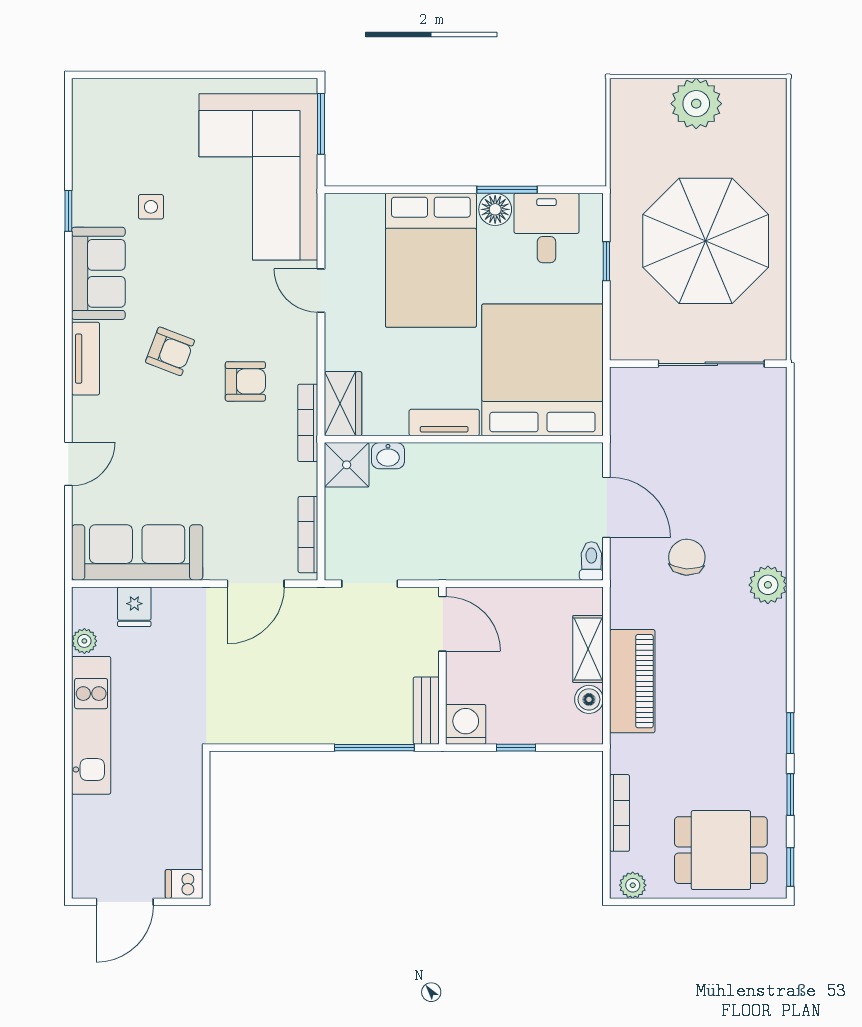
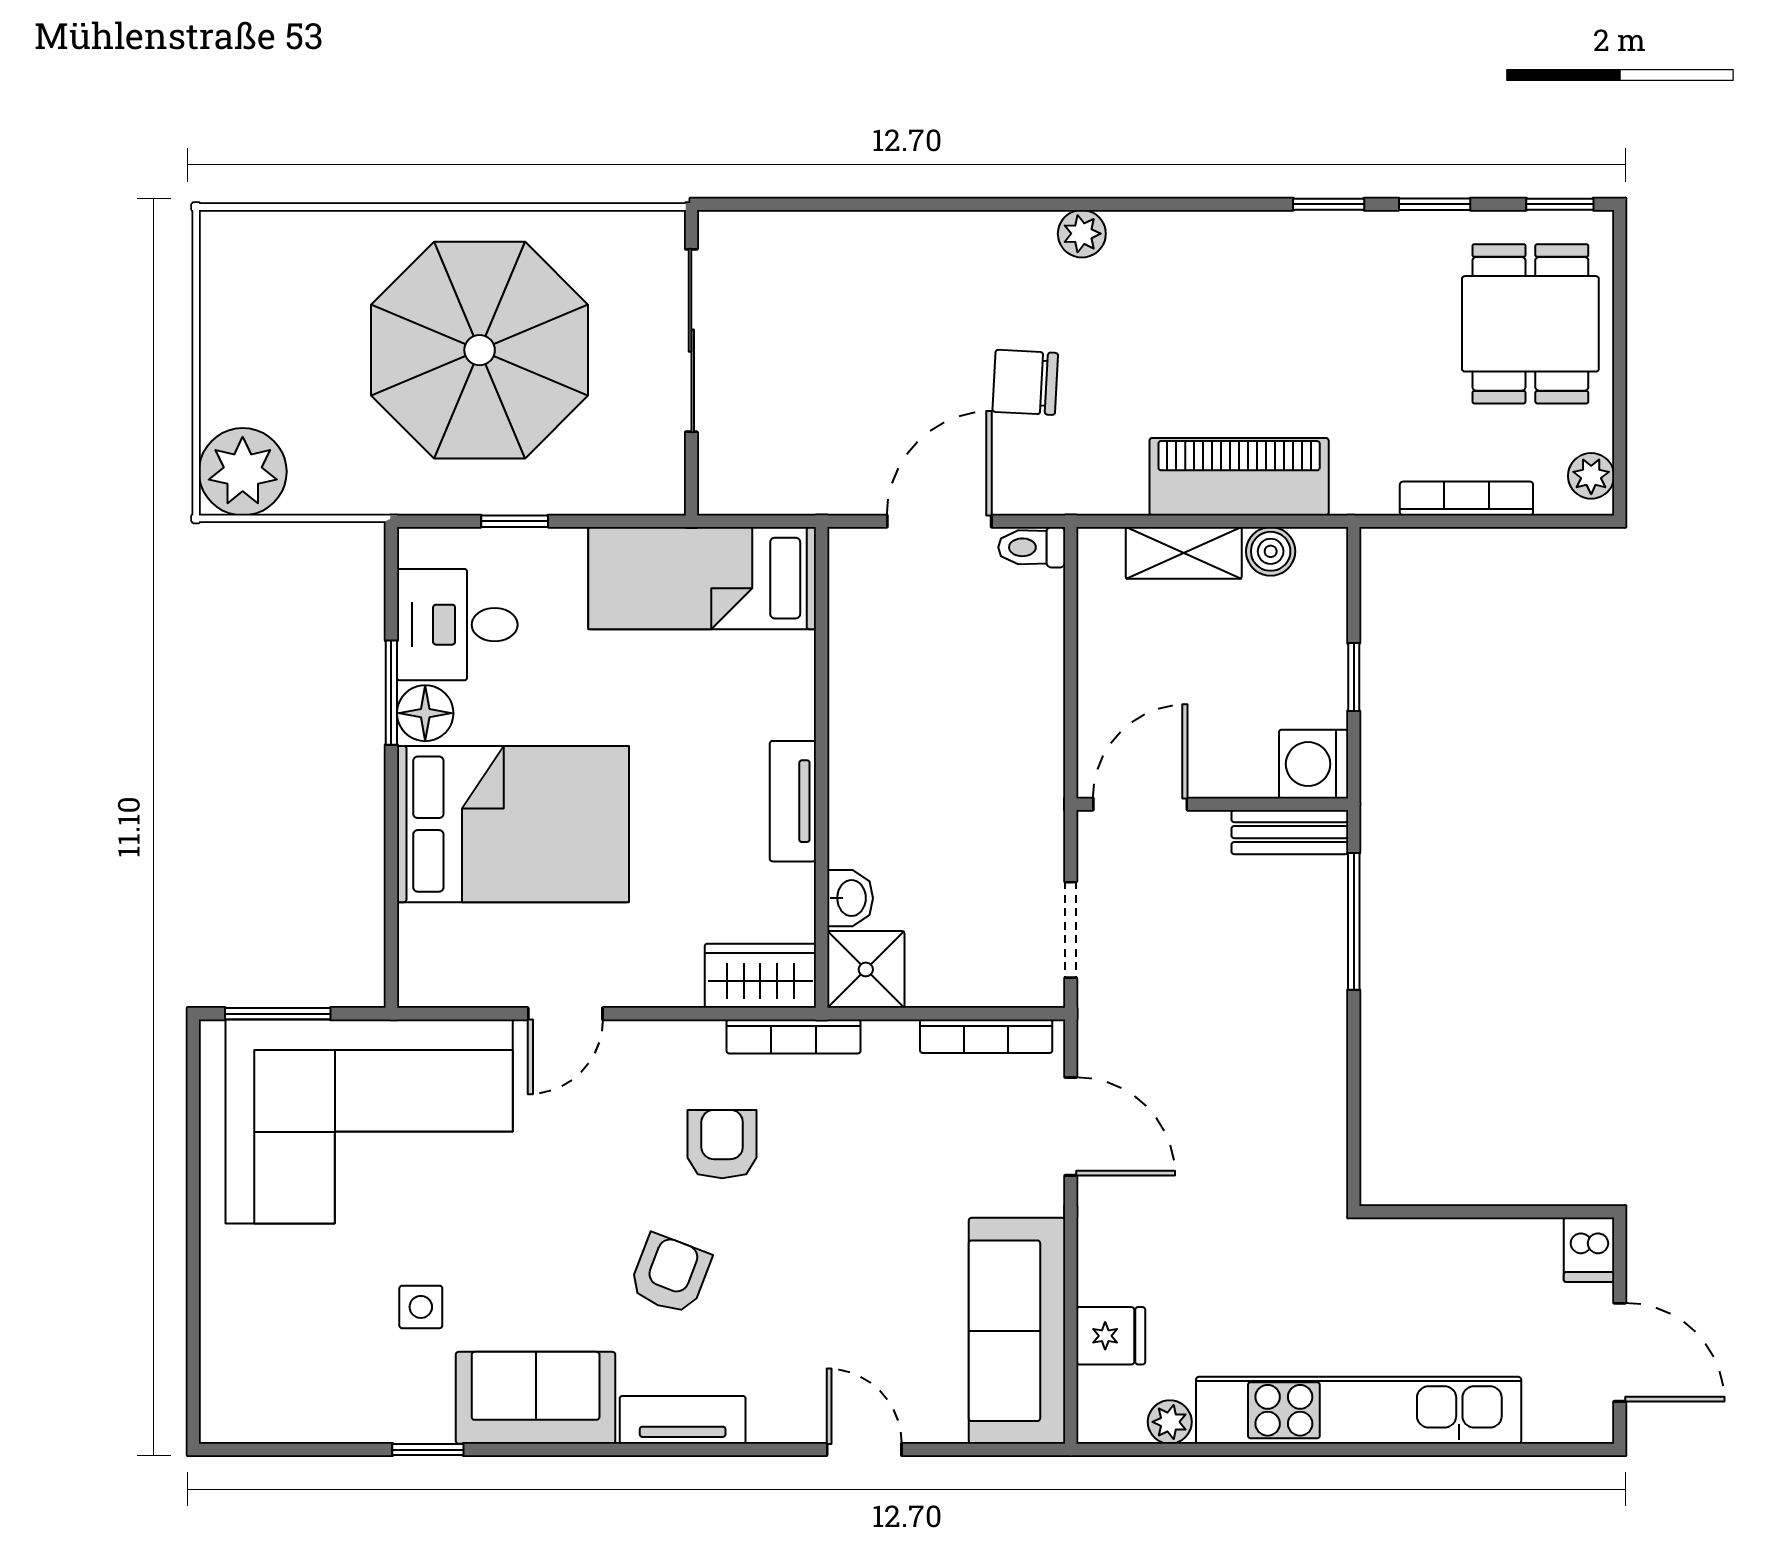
plant: (696, 104) -> (243, 472), moved
bed: (542, 370) -> (702, 578), width x0.49
plant: (768, 585) -> (1082, 234), width x0.73, depth x0.73
kitchen unit: (91, 725) -> (1359, 1410), width x1.36

